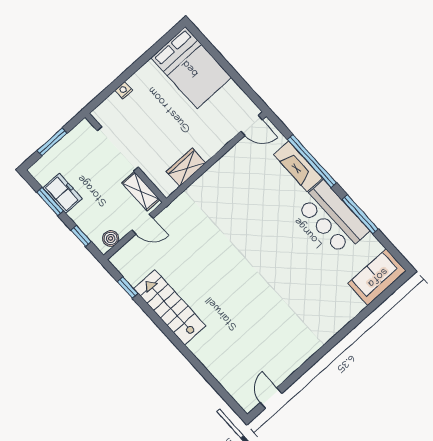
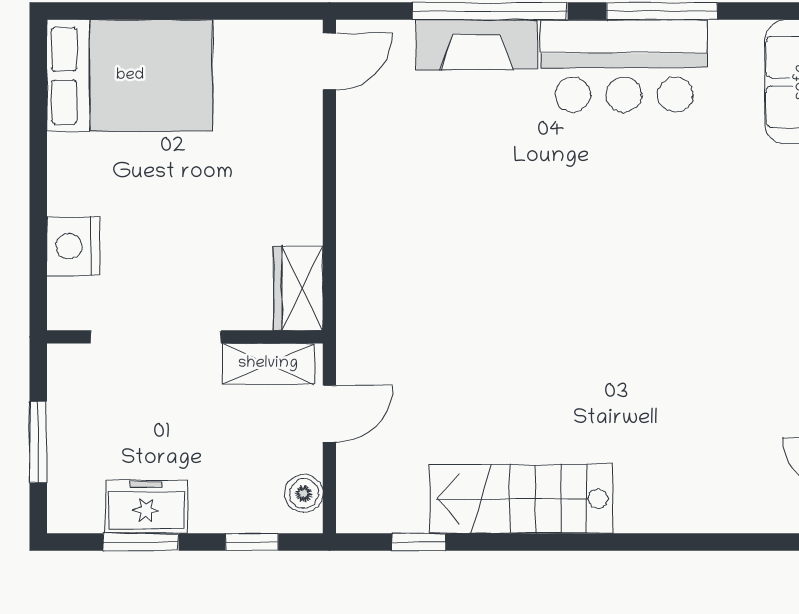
nightstand: (124, 90) -> (73, 246), width x1.89, depth x1.79
wardrobe: (186, 167) -> (298, 288), moved

